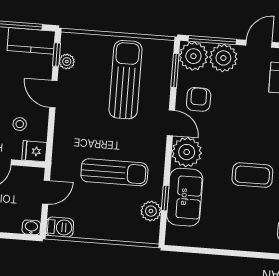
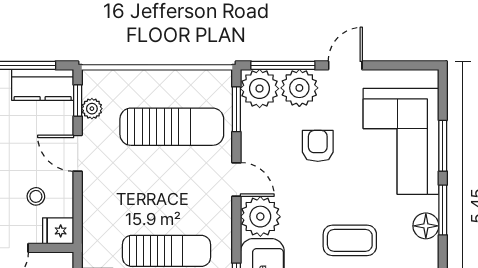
sun lounger: (126, 80) -> (172, 127), turned 90
armchair: (199, 99) -> (318, 146), moved

